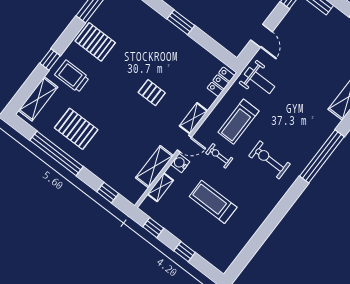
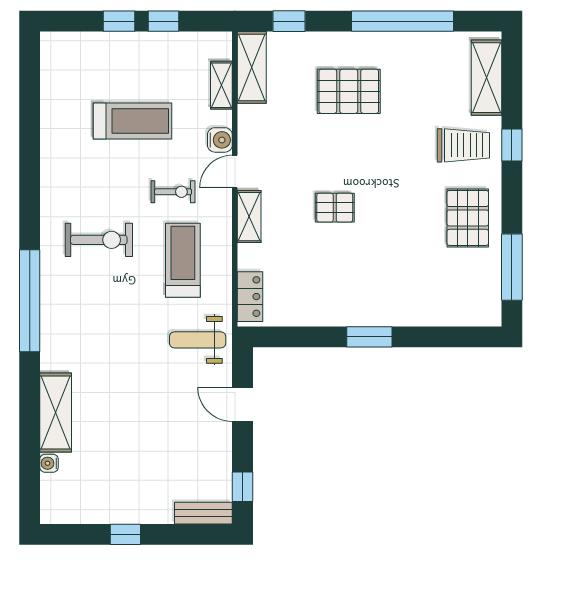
pallet: (95, 42) -> (468, 218), turned 90
pallet: (76, 129) -> (349, 91), moved
shelving: (154, 167) -> (252, 67), moved
window: (153, 228) -> (164, 21), moved

